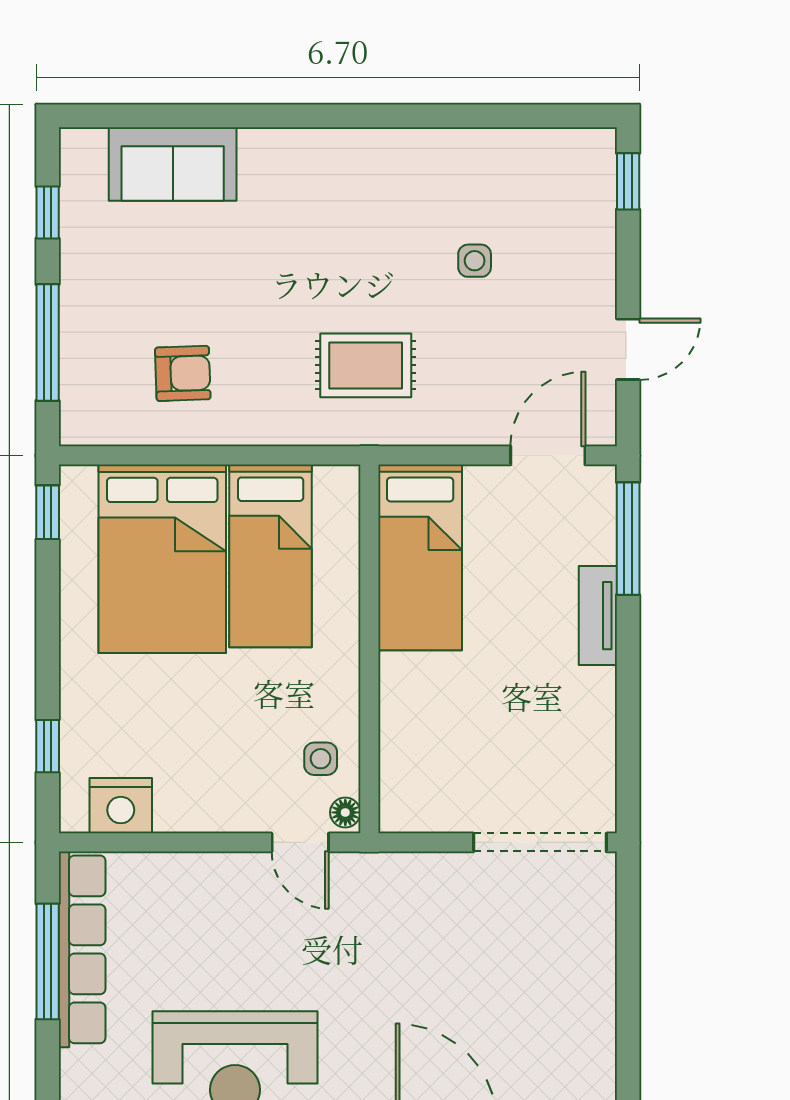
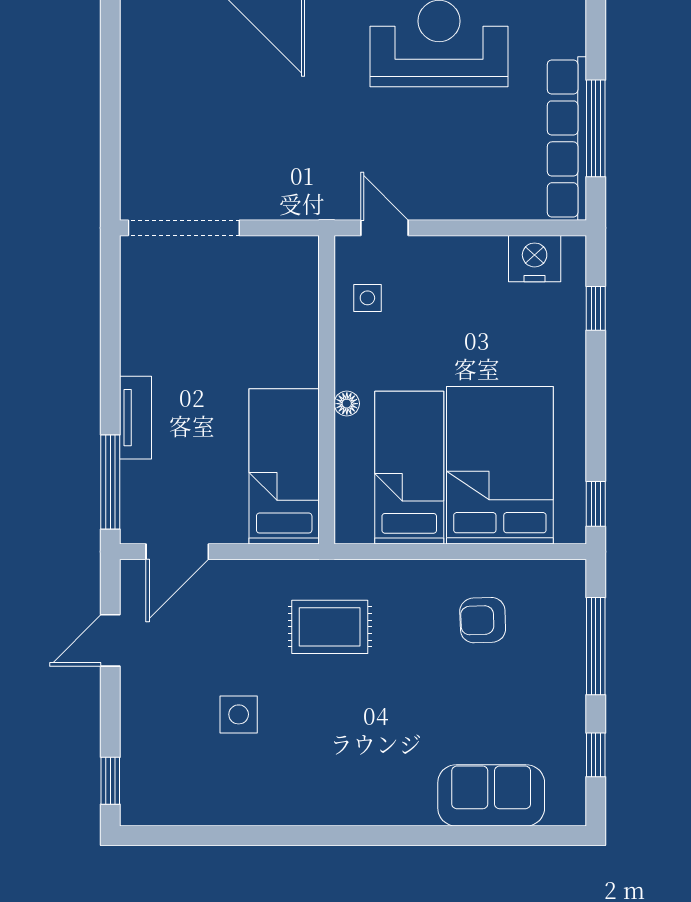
side table: (475, 261) -> (239, 714), width x1.37, depth x1.37
floor lamp: (345, 812) -> (347, 404), moved

